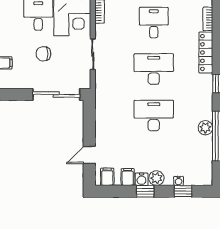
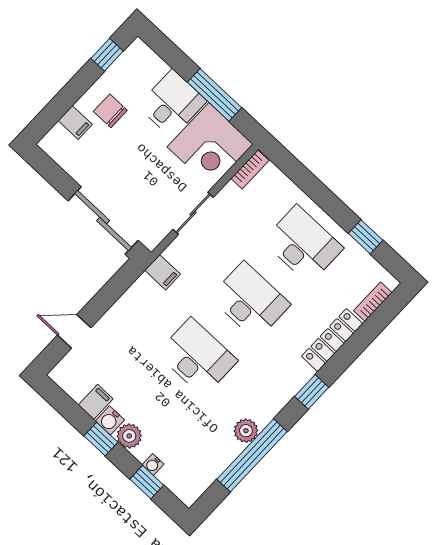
desk: (154, 23) -> (303, 244), width x1.37
chair: (43, 54) -> (110, 111), moved
filing cabinet: (107, 177) -> (163, 272), moved, turned 90

